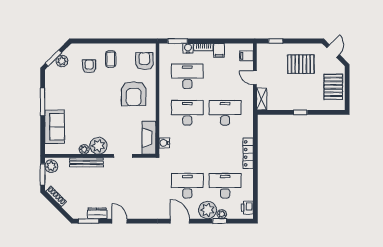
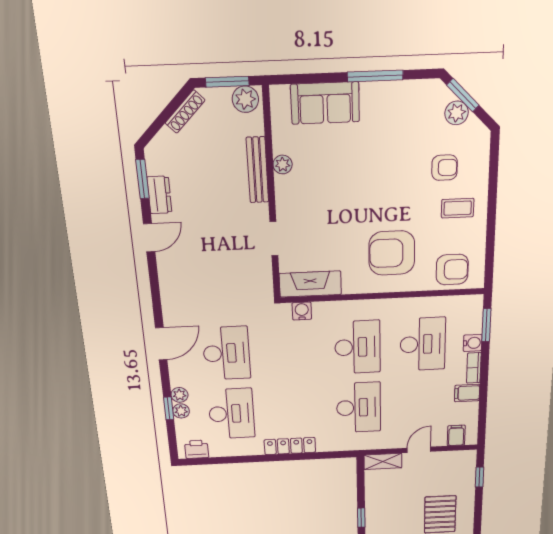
plant: (98, 146) -> (291, 192), removed
plant: (208, 210) -> (179, 395), width x0.53, depth x0.53

